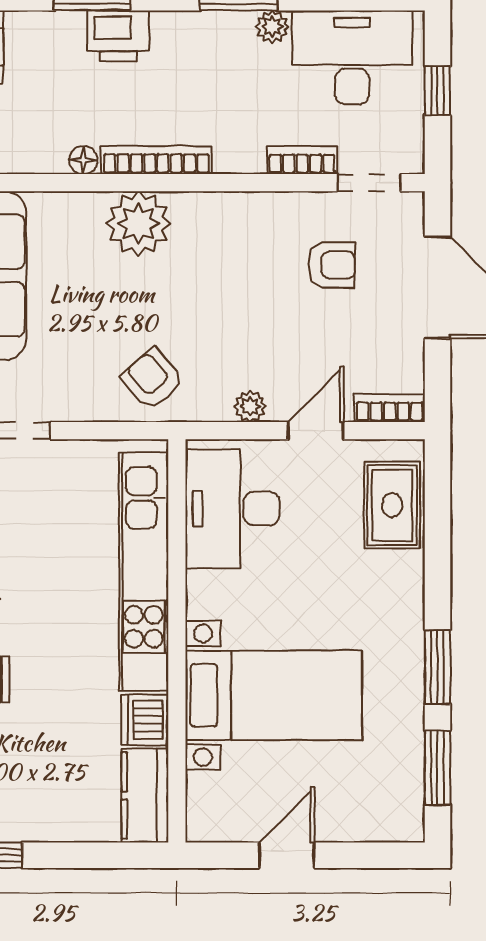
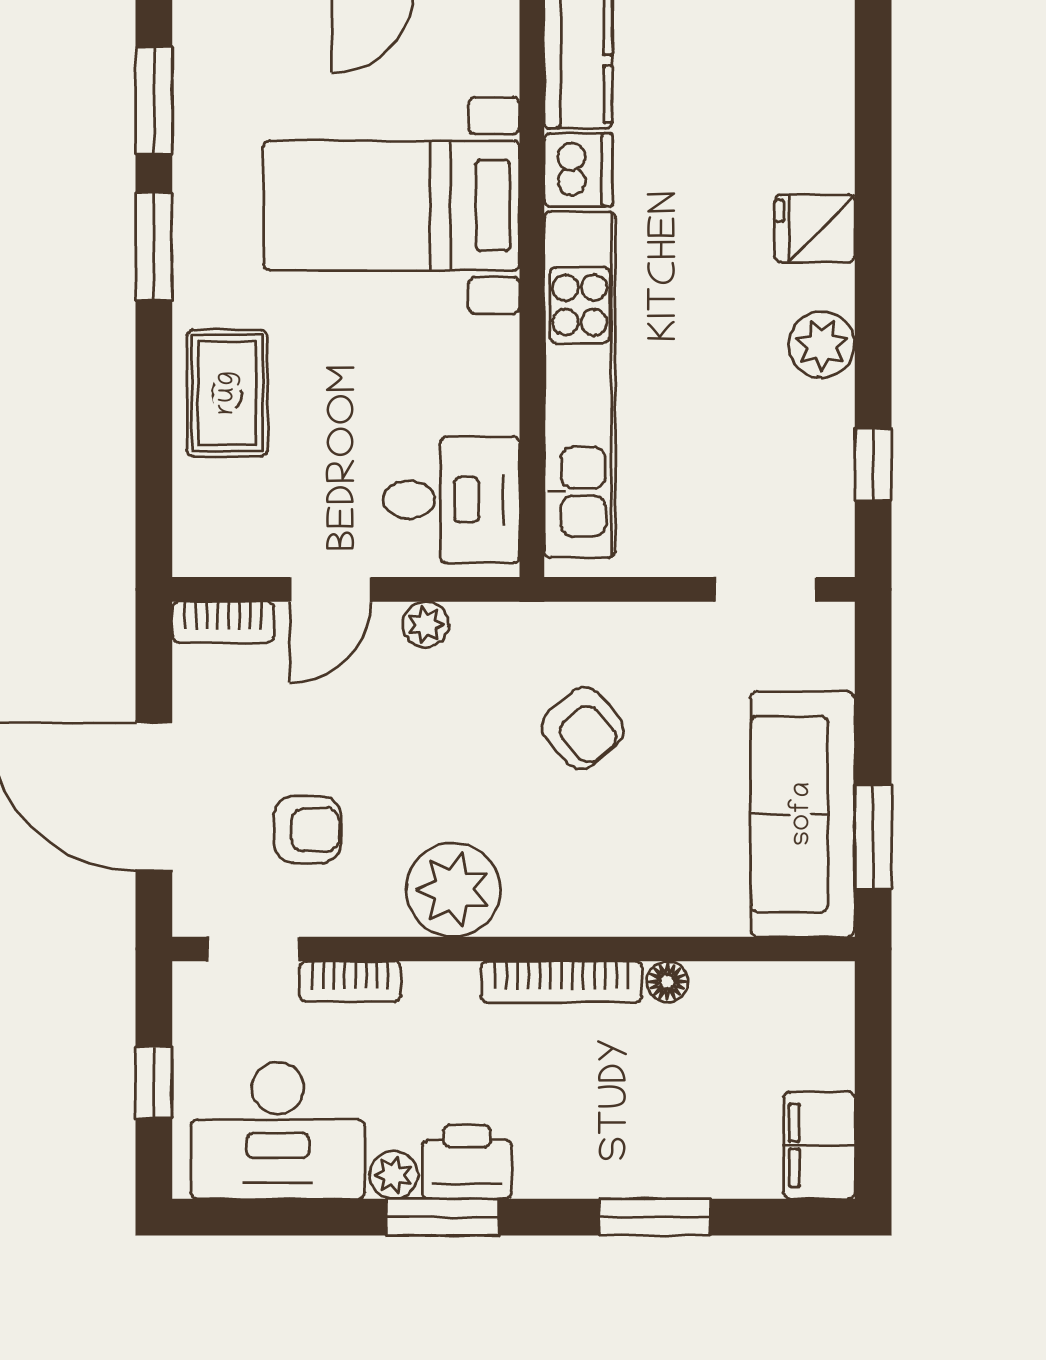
printer: (118, 36) -> (467, 1162), moved
plant: (138, 223) -> (453, 890), moved
armchair: (332, 265) -> (307, 830), turned 180
armchair: (152, 379) -> (583, 728), moved
rug: (392, 505) -> (227, 393), moved
desk: (232, 509) -> (451, 500), width x0.73

